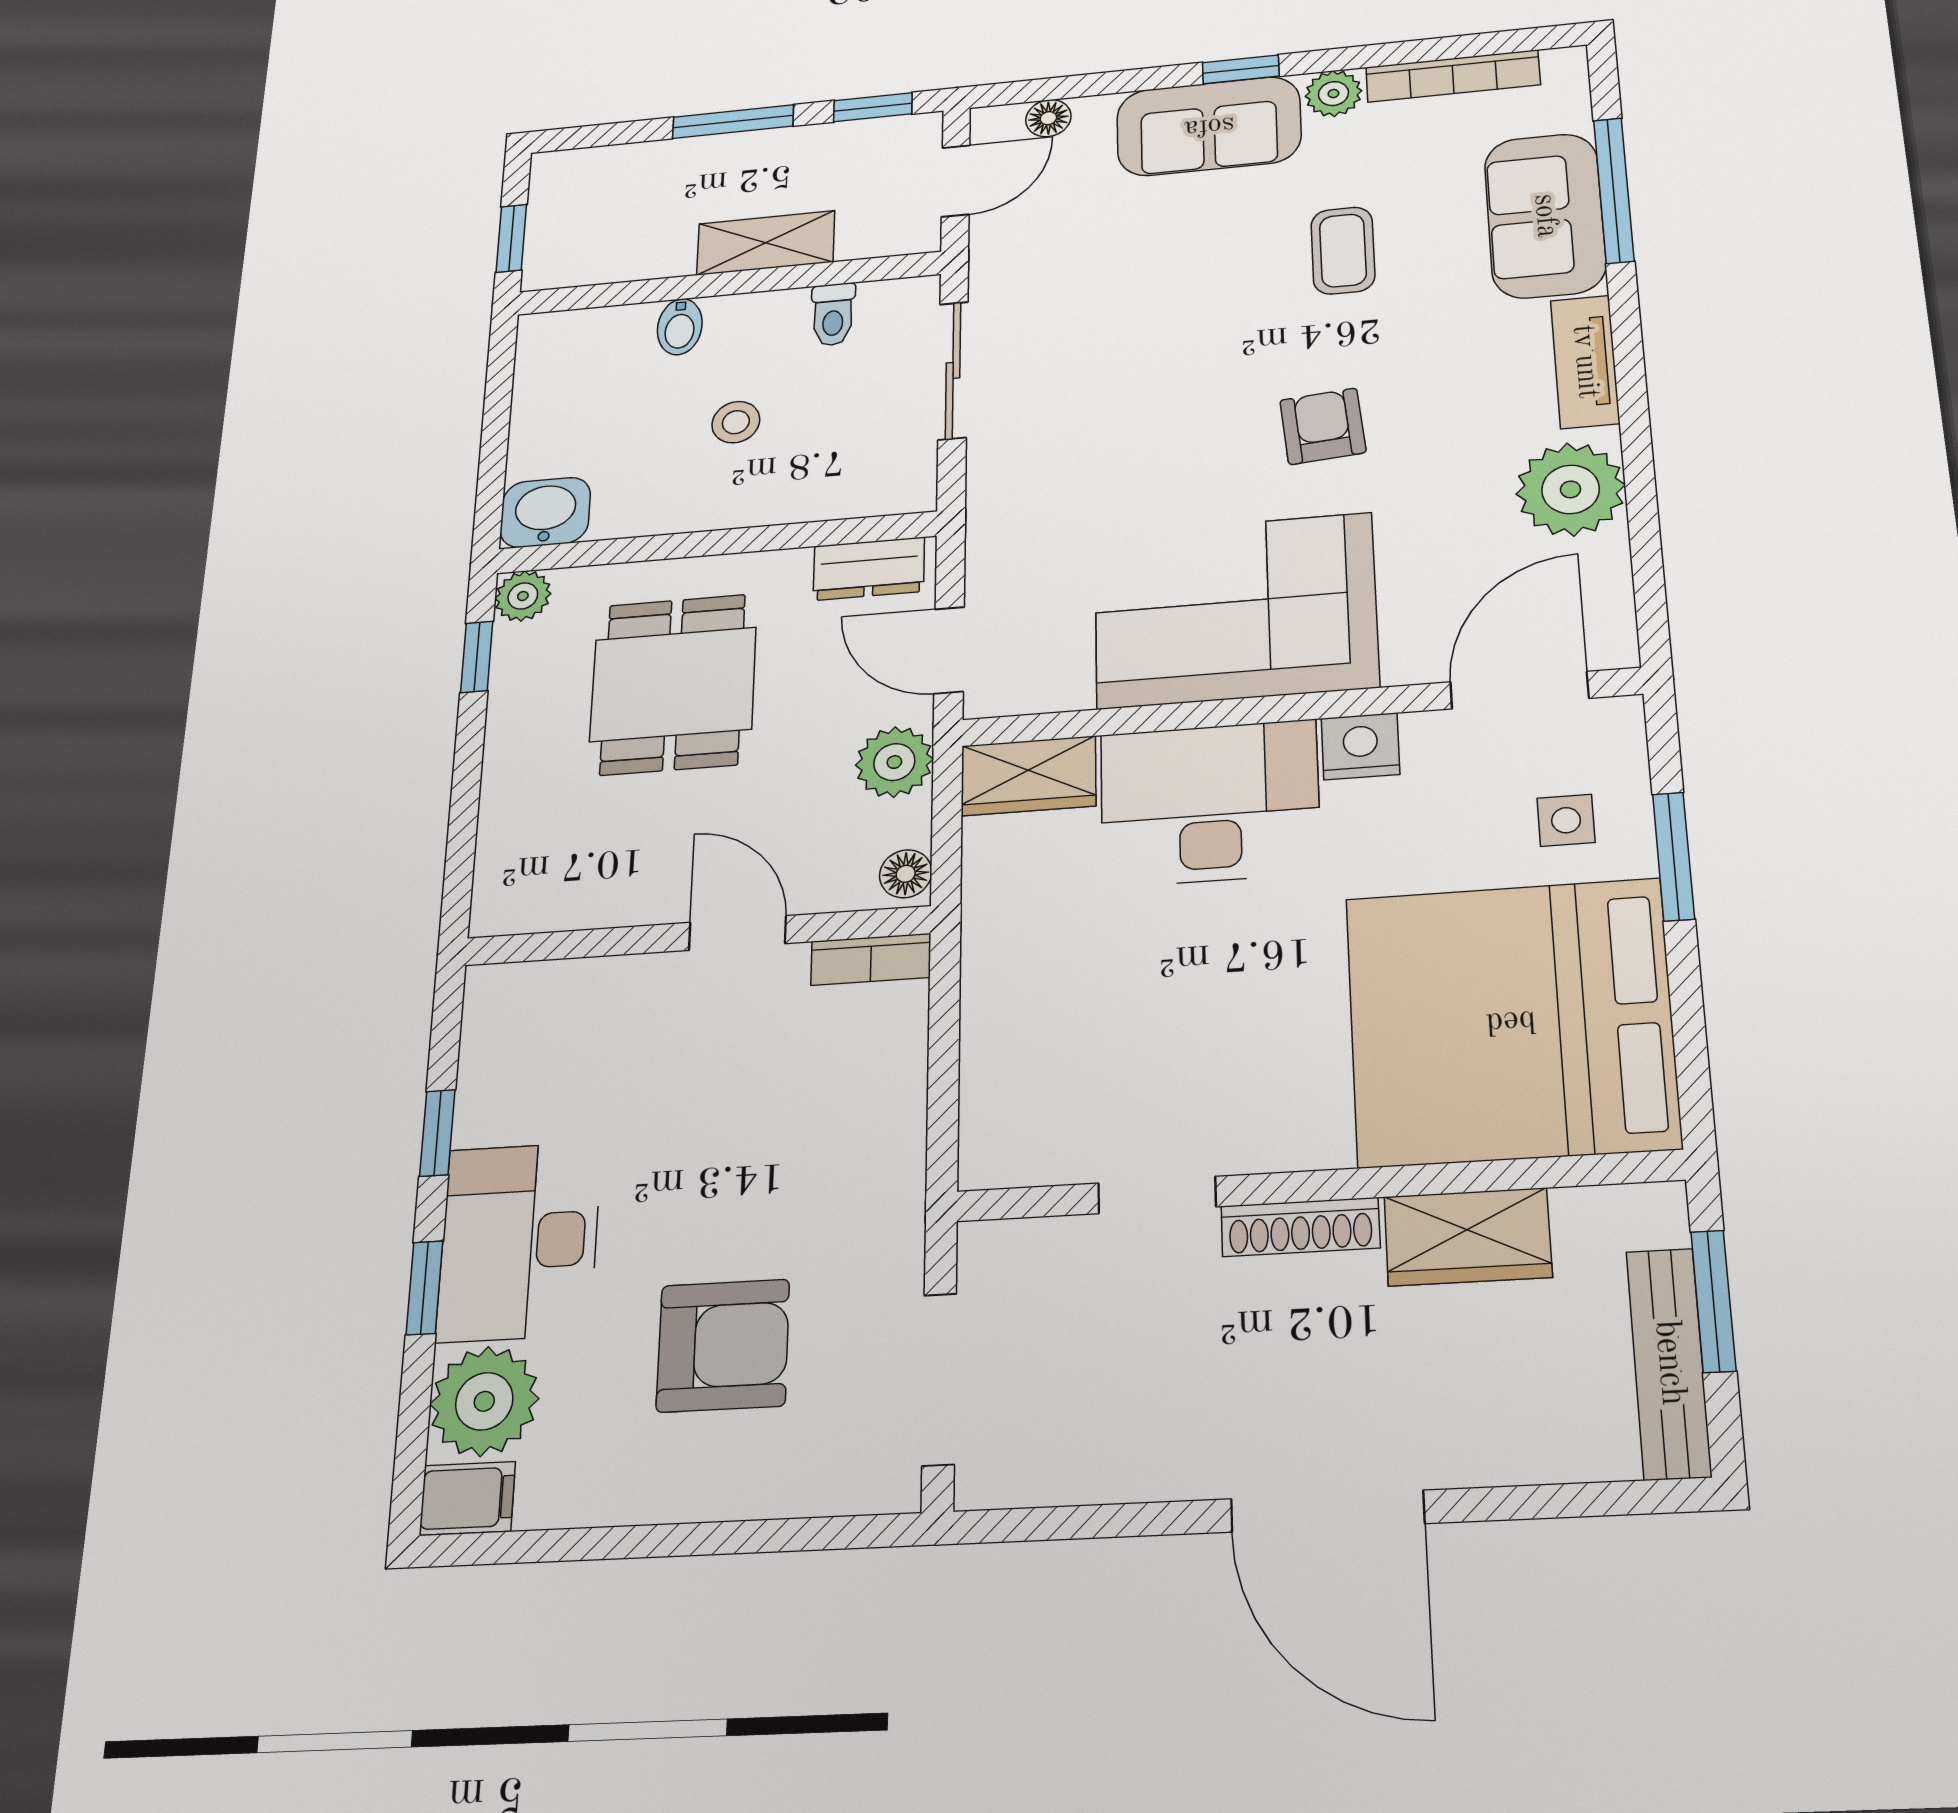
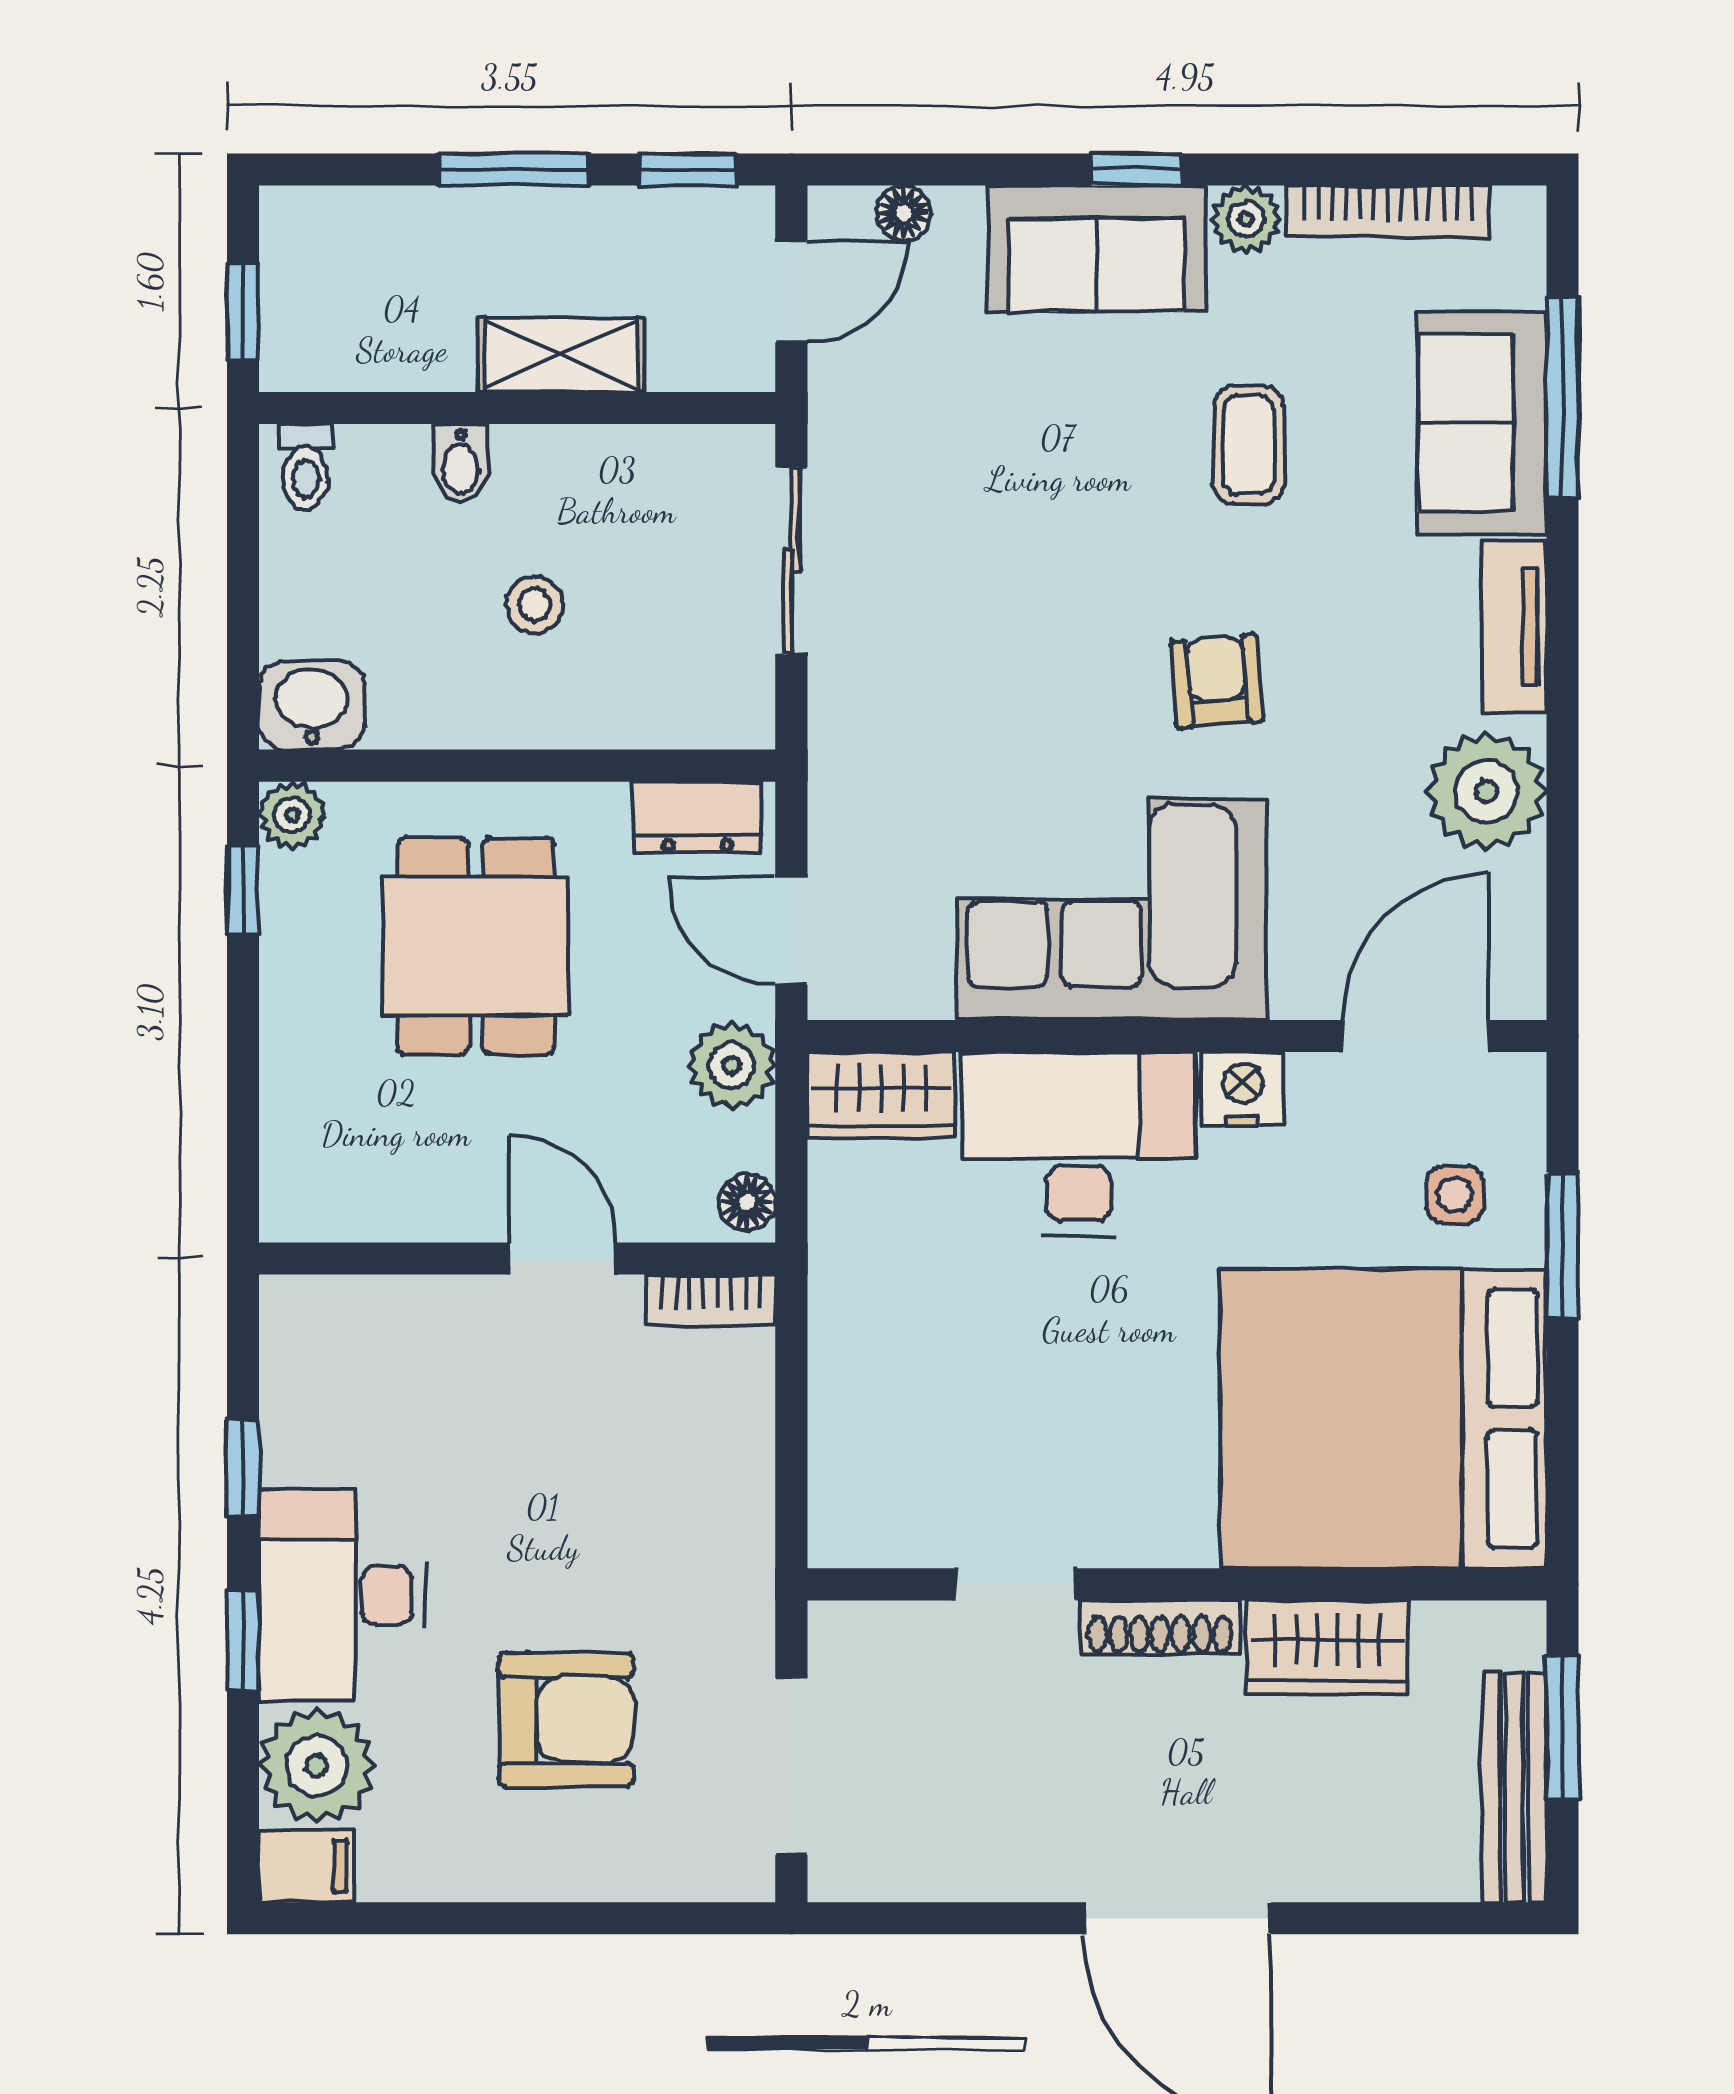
toilet: (833, 315) -> (306, 467), moved

